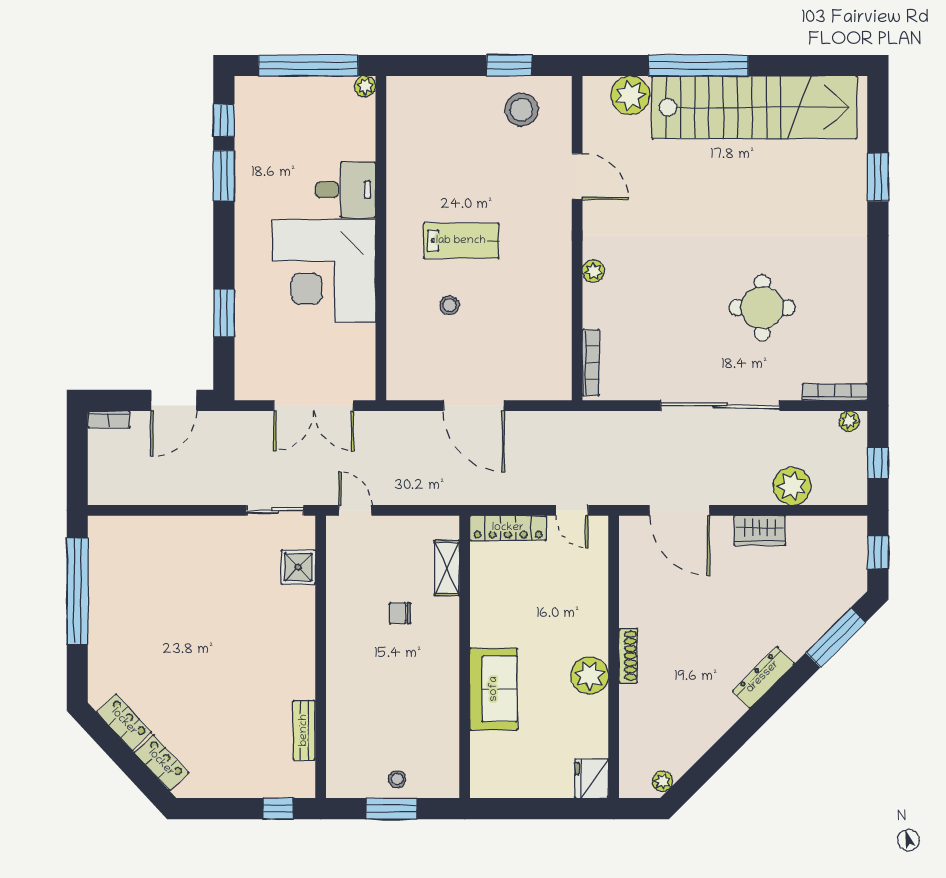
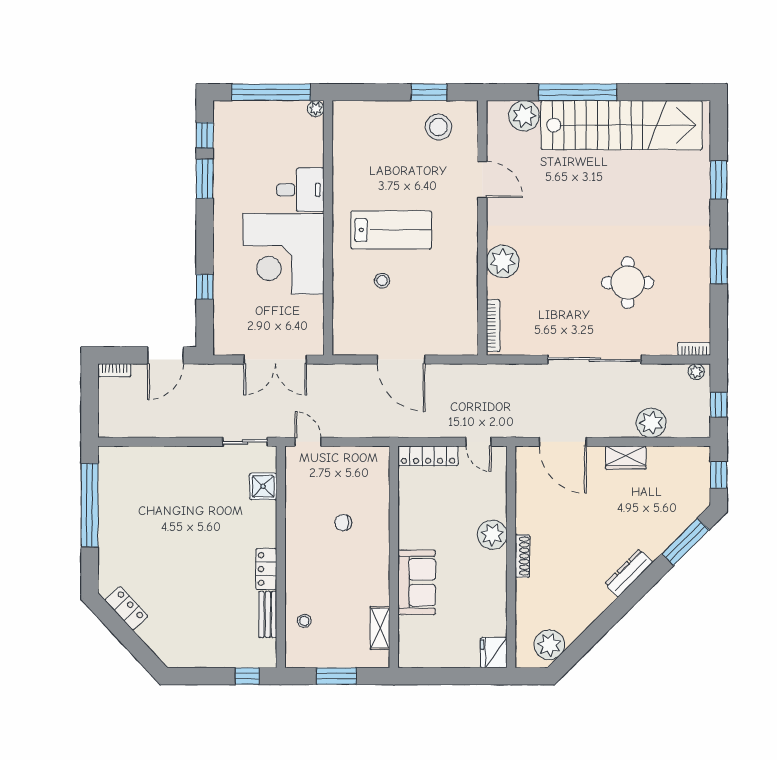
lab bench: (461, 241) -> (391, 230), width x1.36, depth x1.39
plant: (593, 271) -> (503, 261), width x1.88, depth x1.88
window: (878, 287) -> (719, 266), added
window: (224, 313) -> (205, 287), width x0.67
bookcase: (835, 392) -> (694, 349), width x0.64
shelving: (447, 568) -> (380, 628), moved
plant: (590, 675) -> (492, 535), moved
locker: (161, 763) -> (266, 569), moved, turned -137
stool: (397, 779) -> (304, 621), moved
plant: (662, 781) -> (549, 645), width x1.88, depth x1.88

